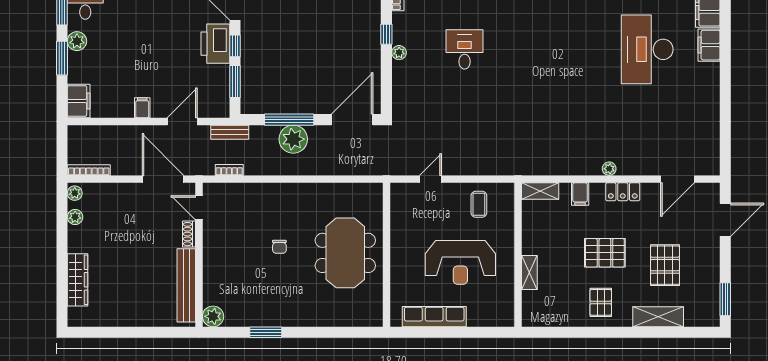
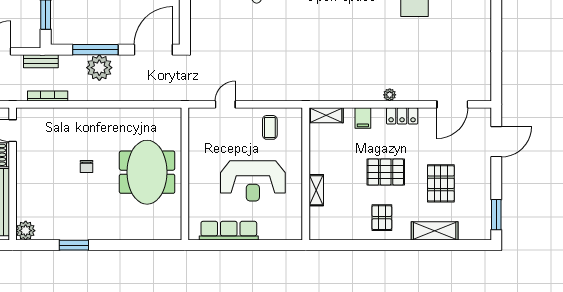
bookcase: (229, 170) -> (48, 96), width x1.56

